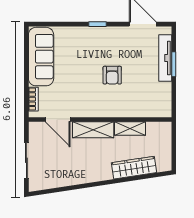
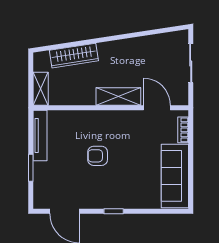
tv unit: (165, 58) -> (40, 135), moved
armchair: (112, 75) -> (98, 156), turned -90
shelving: (130, 128) -> (41, 89), moved, turned 90

